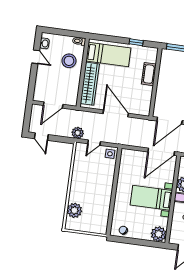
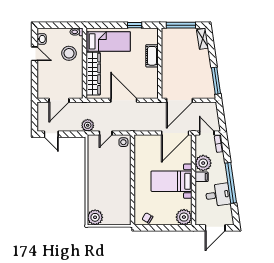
plant: (74, 210) -> (95, 217), moved

